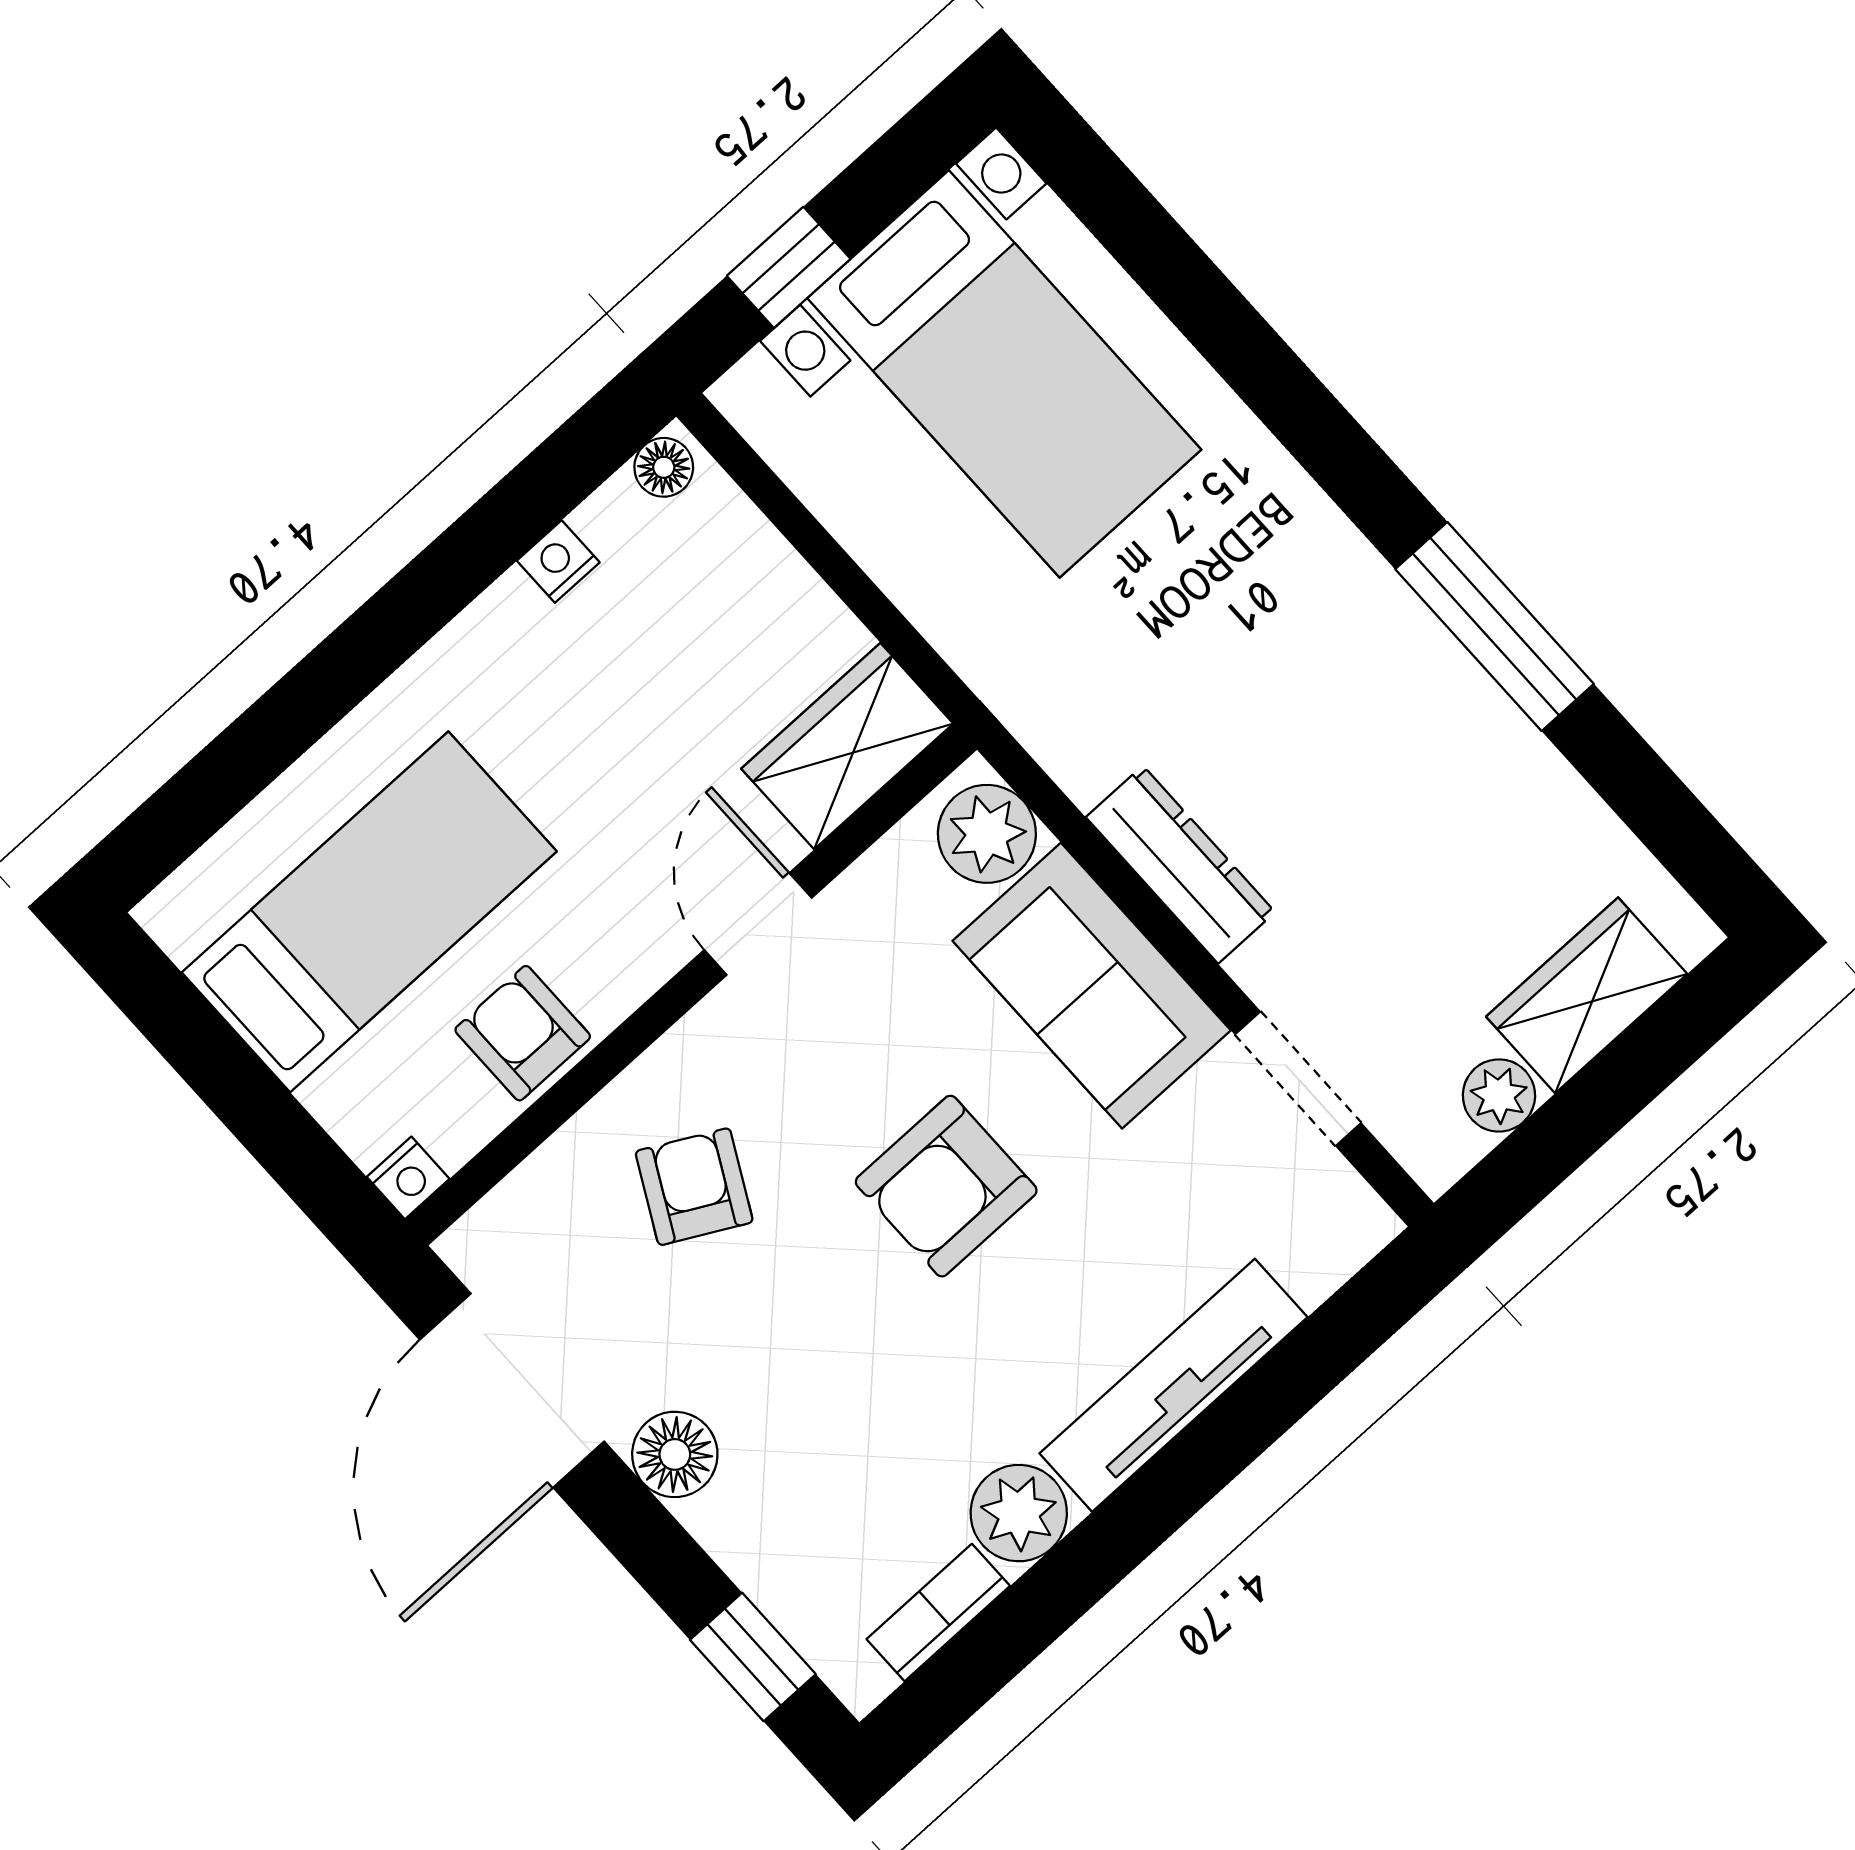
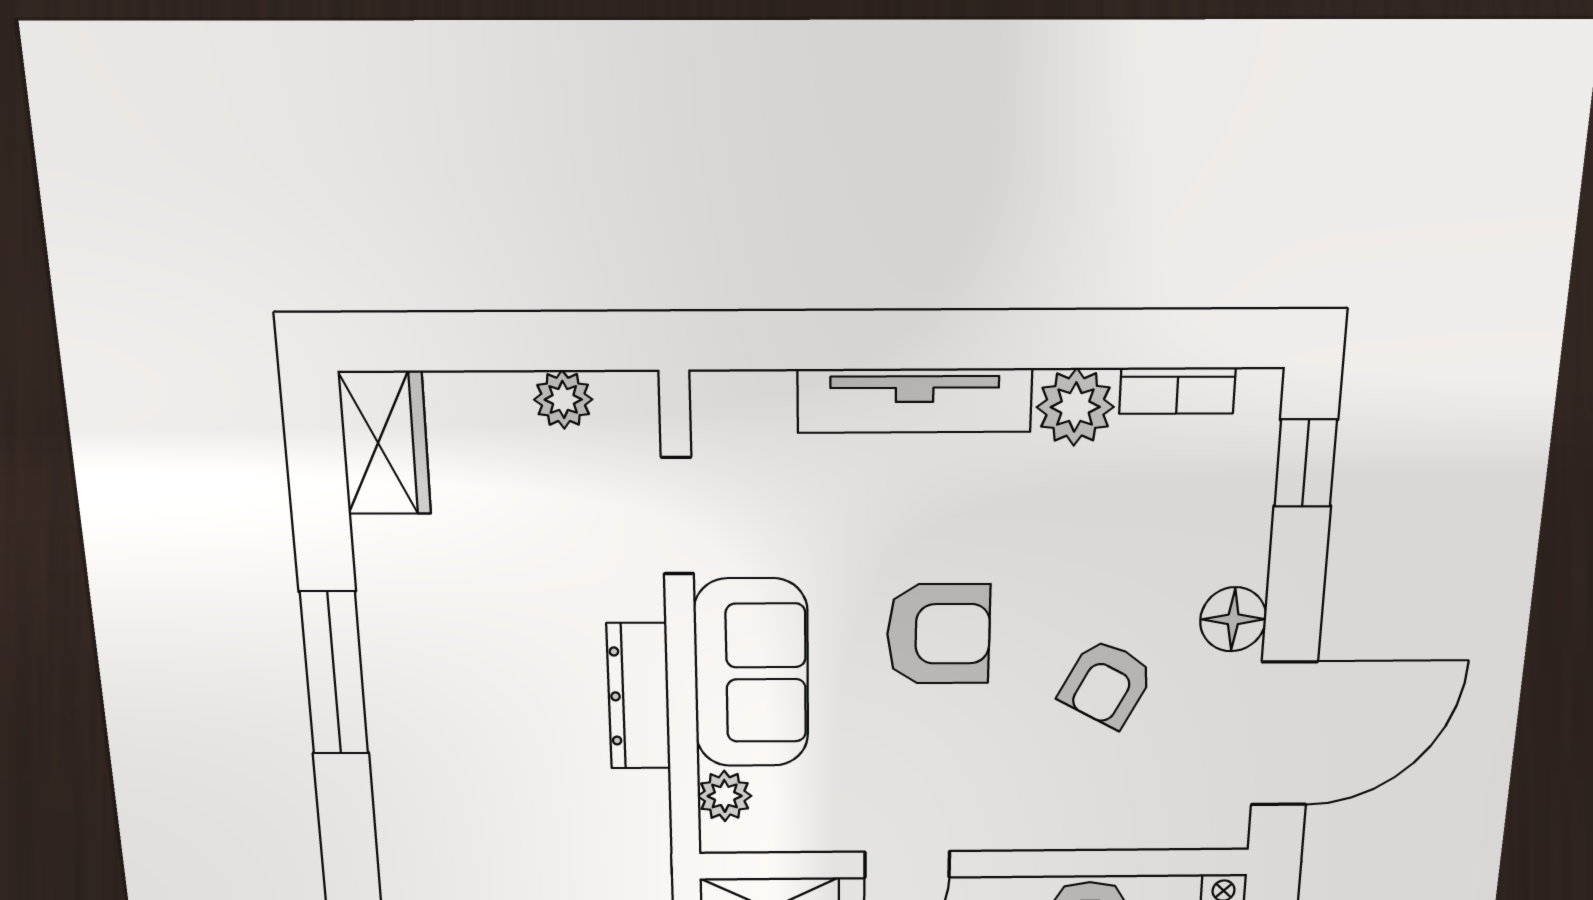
plant: (987, 834) -> (725, 796), width x0.73, depth x0.73
wardrobe: (1587, 995) -> (385, 443), moved, turned -90
armchair: (694, 1187) -> (1106, 684), moved

